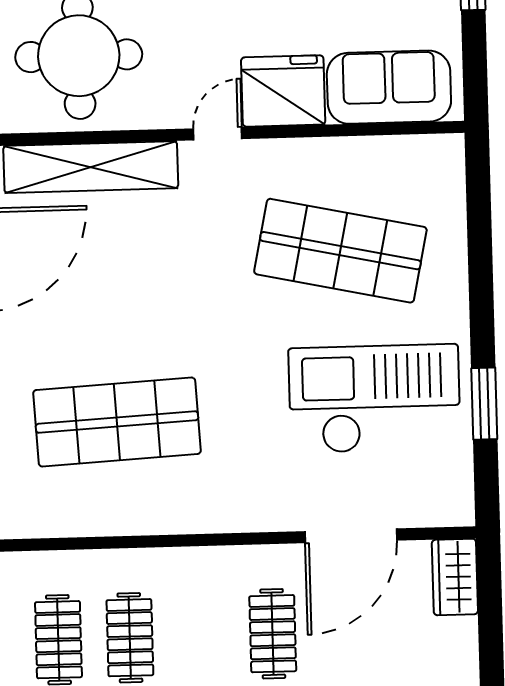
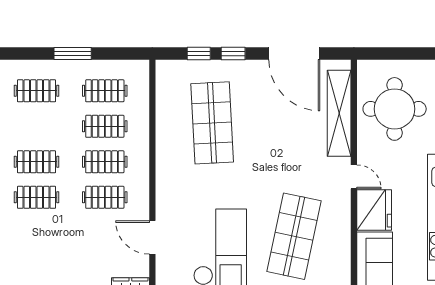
door: (351, 536) -> (152, 237), width x0.73
clothes rail: (201, 636) -> (105, 162), added

